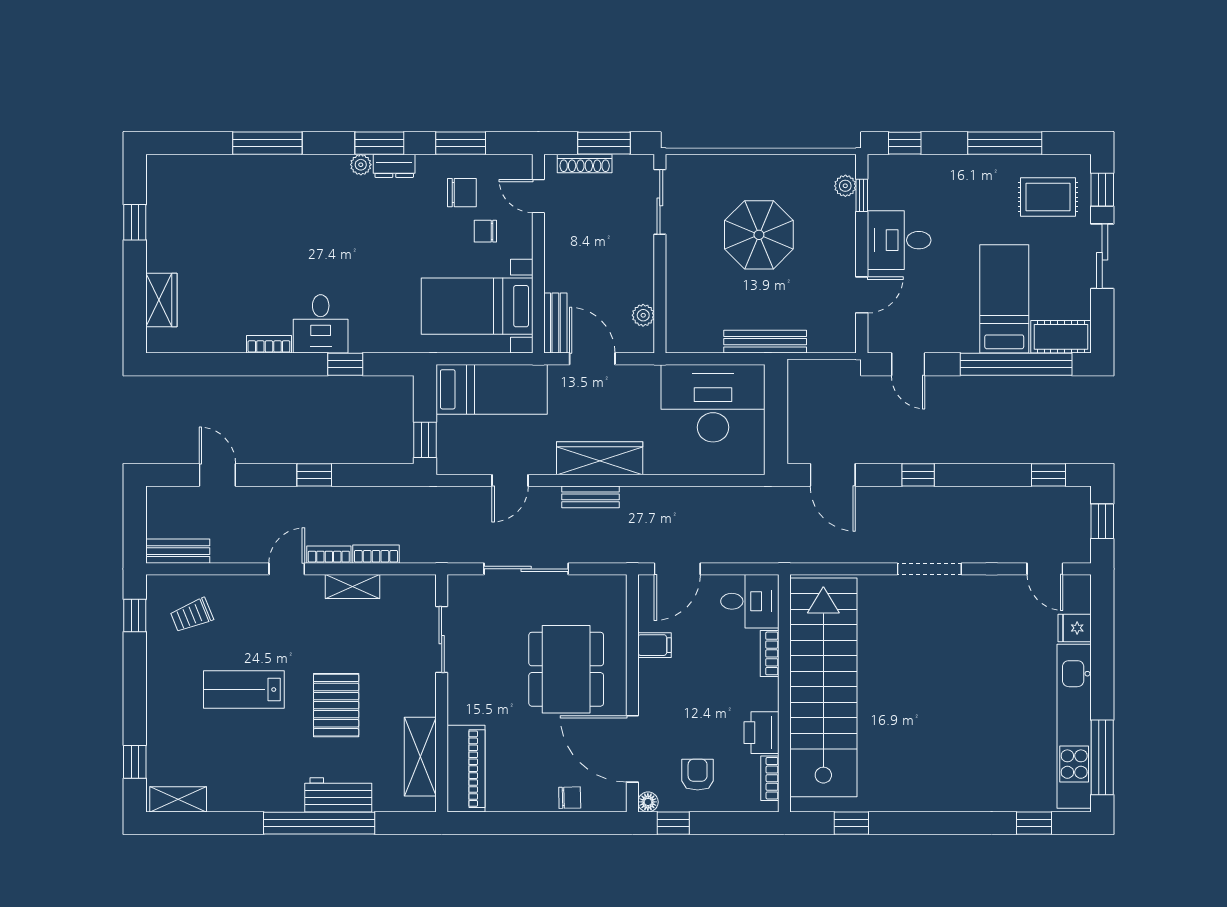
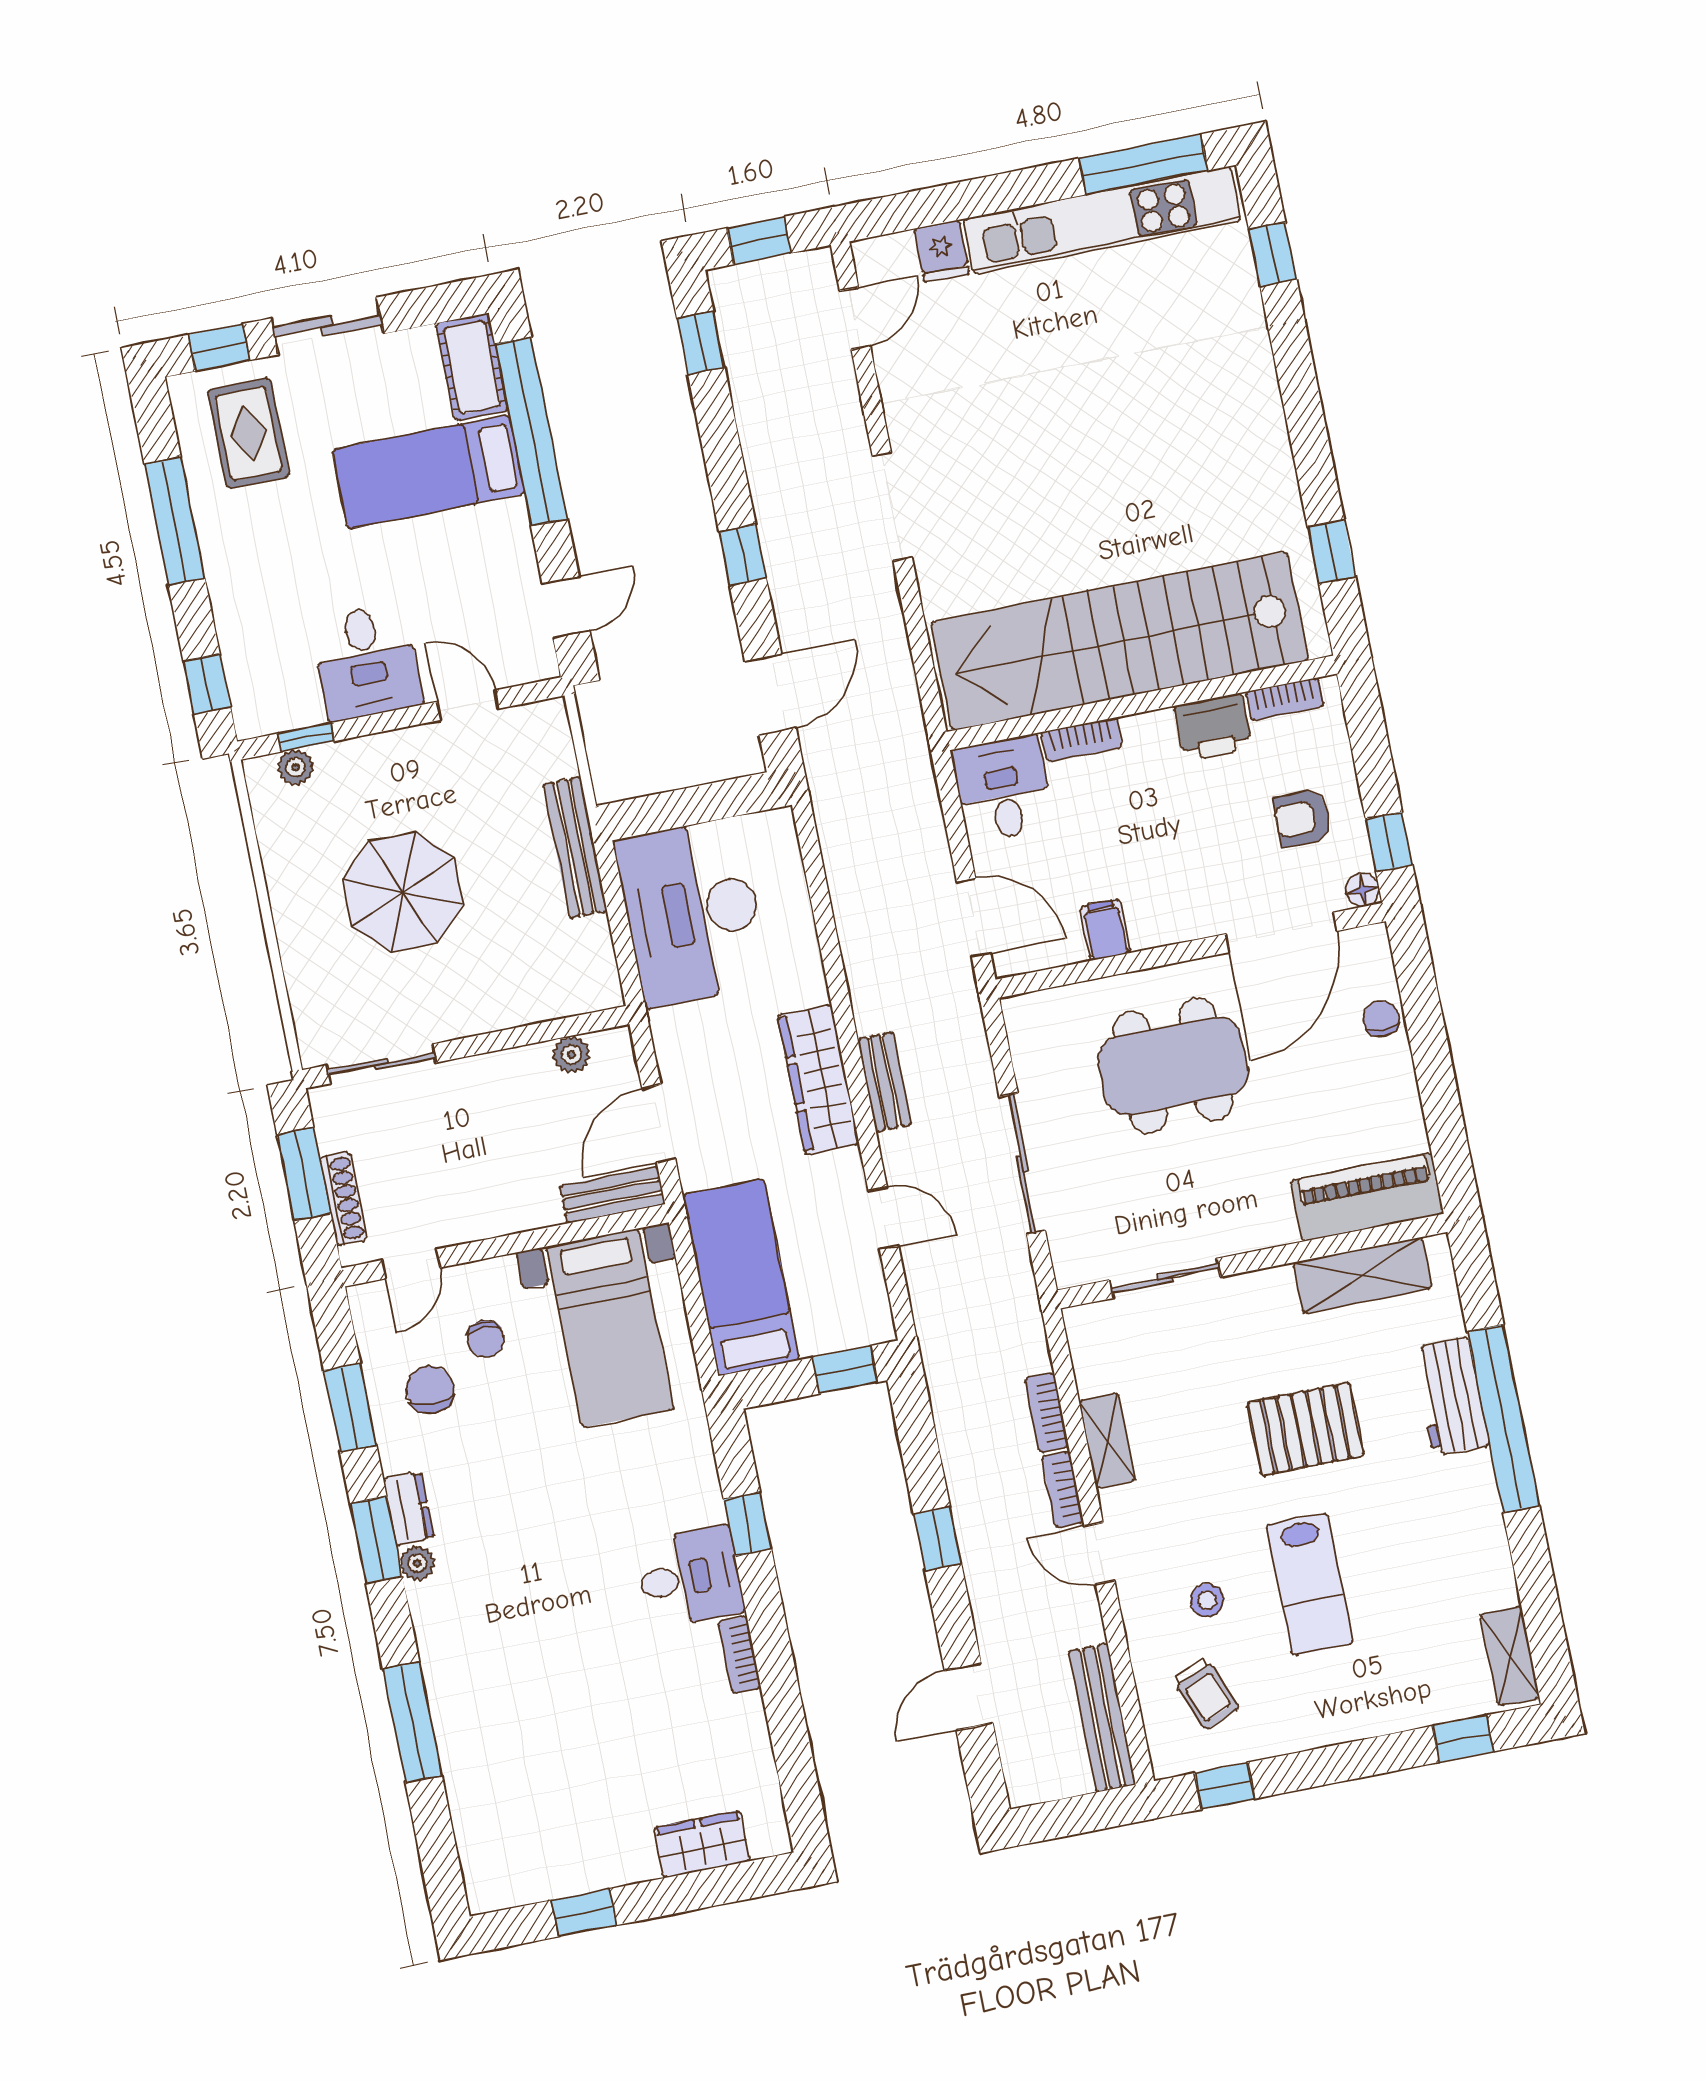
bench: (178, 551) -> (1102, 1718), width x1.36
stool: (247, 627) -> (1207, 1600), added

